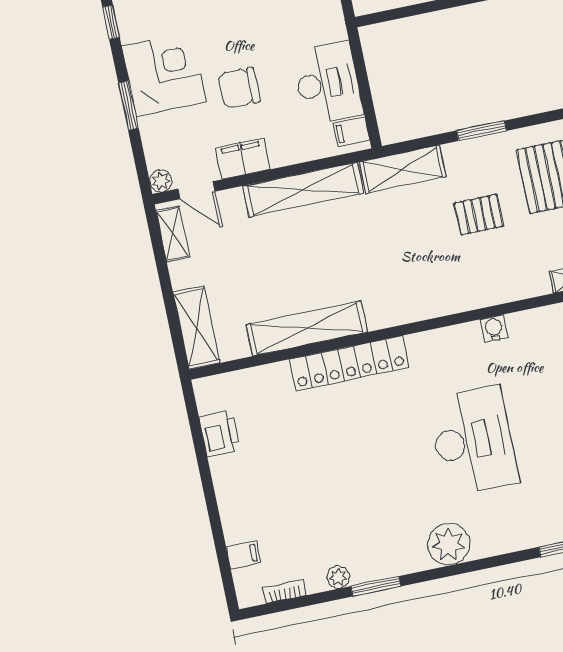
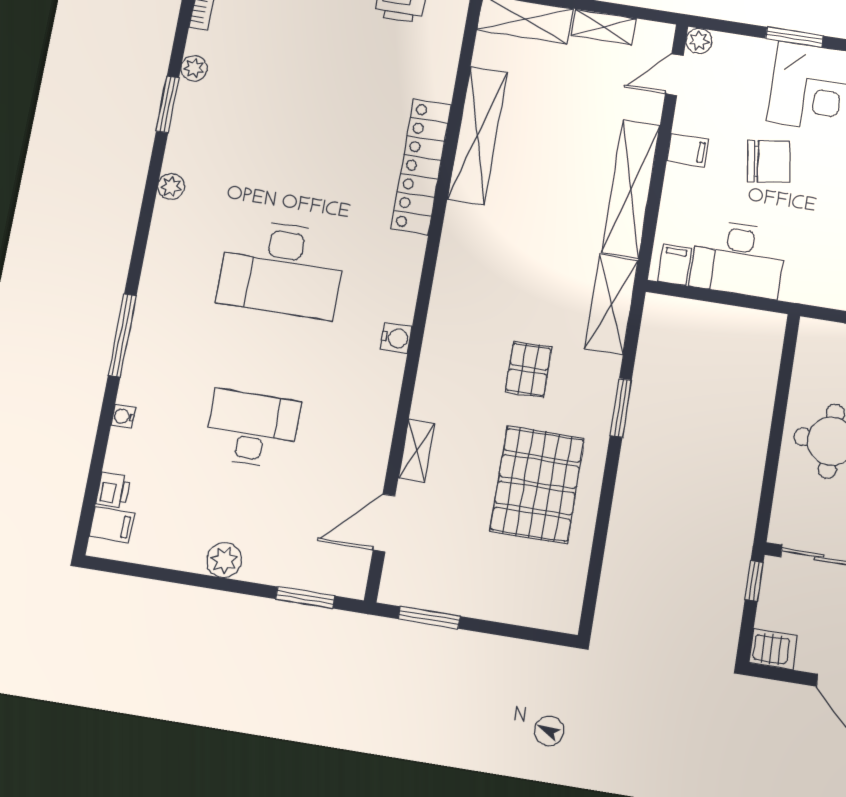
chair: (239, 88) -> (769, 162), turned 82
filing cabinet: (243, 158) -> (688, 150), width x0.50
shelving: (173, 234) -> (604, 27), moved
plant: (449, 544) -> (171, 187), width x0.53, depth x0.53

